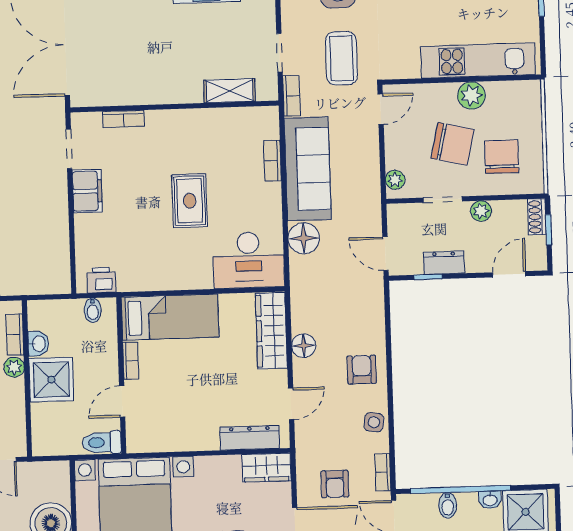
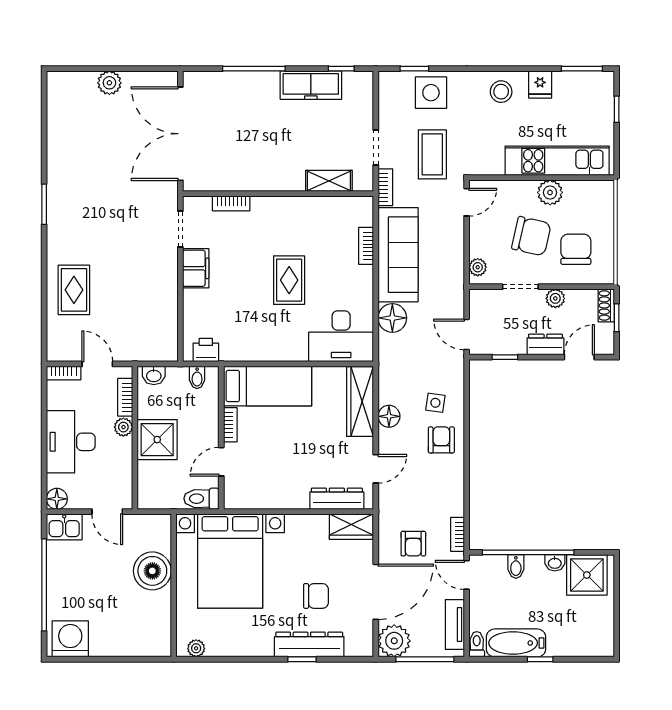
dresser: (444, 263) -> (545, 345), moved
washbasin: (38, 344) -> (154, 375), moved, turned 90
side table: (374, 422) -> (435, 403), moved

